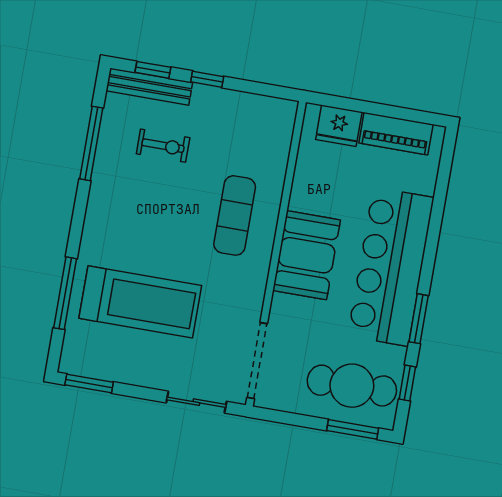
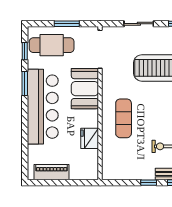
fridge: (339, 126) -> (90, 138), moved, turned -90
booth: (307, 255) -> (85, 89), moved
sliding door: (196, 402) -> (139, 24), moved
window: (353, 429) -> (67, 24), moved

